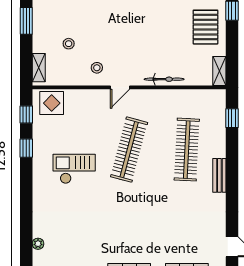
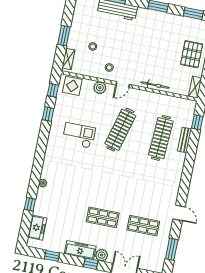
window: (26, 21) -> (64, 36), moved
plant: (90, 98) -> (100, 88), added
bench: (219, 175) -> (184, 140), moved

